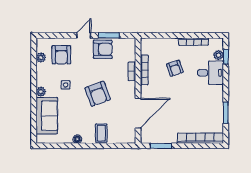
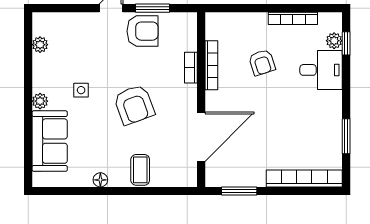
armchair: (61, 55) -> (74, 40), removed

